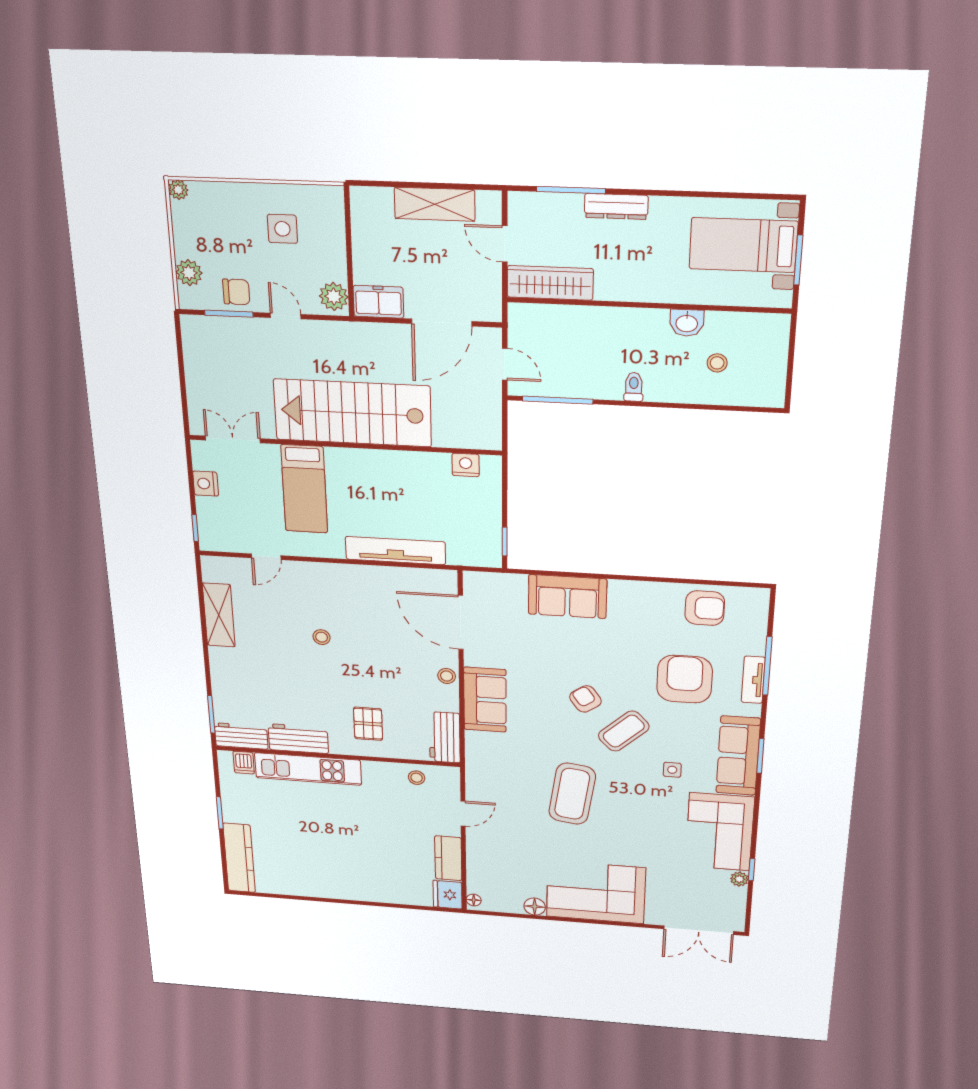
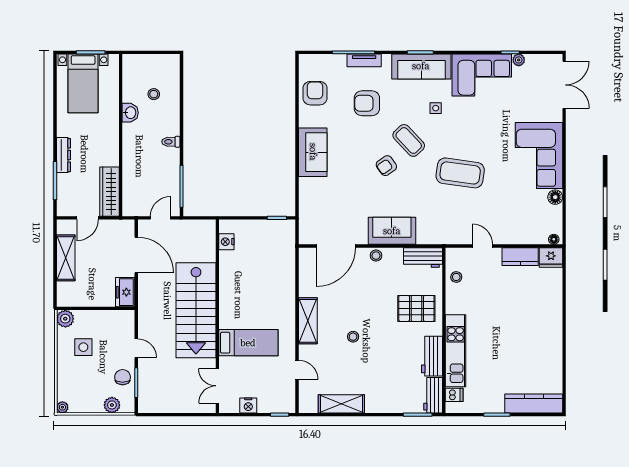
plant: (334, 297) -> (65, 319), moved
door: (286, 316) -> (136, 348), swing flipped
tv unit: (395, 551) -> (287, 287), removed
shelving: (343, 576) -> (308, 321), added
sofa: (567, 597) -> (313, 152), moved
armchair: (685, 679) -> (367, 103), width x0.73, depth x0.73
pallet: (368, 724) -> (416, 308), width x1.50, depth x1.42

